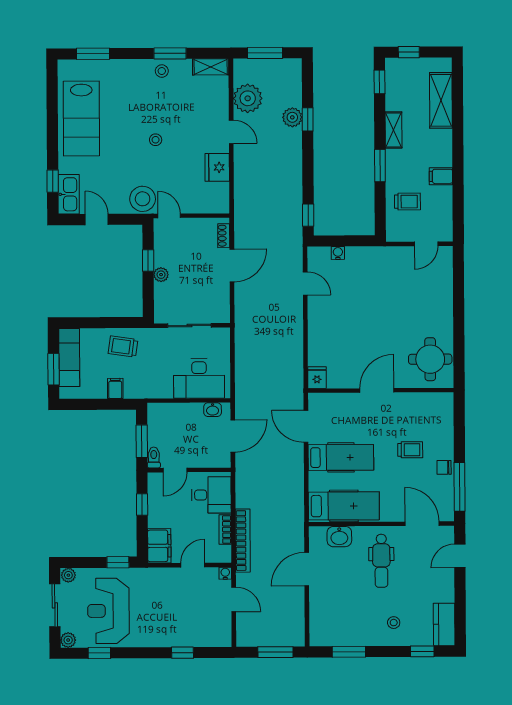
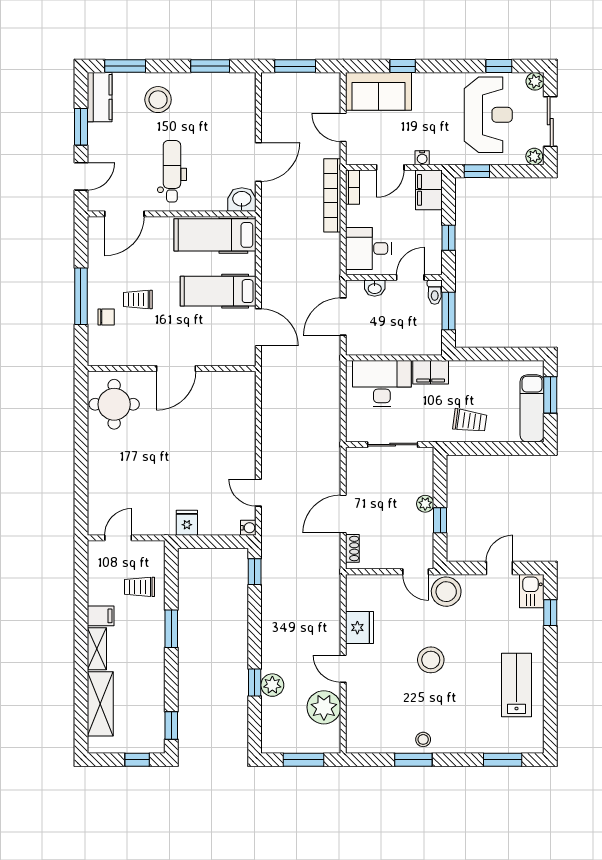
shelving: (211, 67) -> (367, 744), removed
lab bench: (81, 118) -> (517, 685), width x0.73, depth x0.72
shelving: (393, 130) -> (97, 649), moved
stool: (156, 140) -> (431, 660), width x1.89, depth x1.89
kitchen sink: (69, 194) -> (532, 591), width x0.73
door: (97, 220) -> (499, 568), swing flipped
water cooler: (338, 253) -> (248, 528), moved, turned -90
fridge: (317, 378) -> (187, 523), moved, turned 180
filing cabinet: (115, 388) -> (431, 372), moved, width x2.00
washbasin: (213, 410) -> (375, 288), moved, turned 180
chair: (444, 467) -> (106, 317), moved
window: (460, 487) -> (81, 296), moved
door: (422, 524) -> (124, 214), hinge flipped
bookcase: (225, 530) -> (353, 187), moved
washbasin: (339, 537) -> (242, 199), moved
water cooler: (225, 573) -> (422, 158), moved
window: (460, 599) -> (81, 127), added
stool: (394, 623) -> (158, 100), width x1.89, depth x1.89
sofa: (203, 631) -> (379, 91), added
window: (422, 651) -> (125, 66), width x1.50

